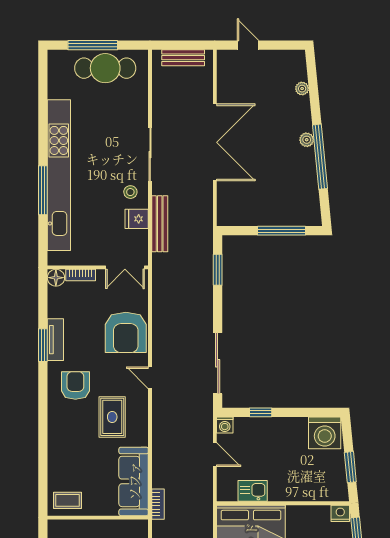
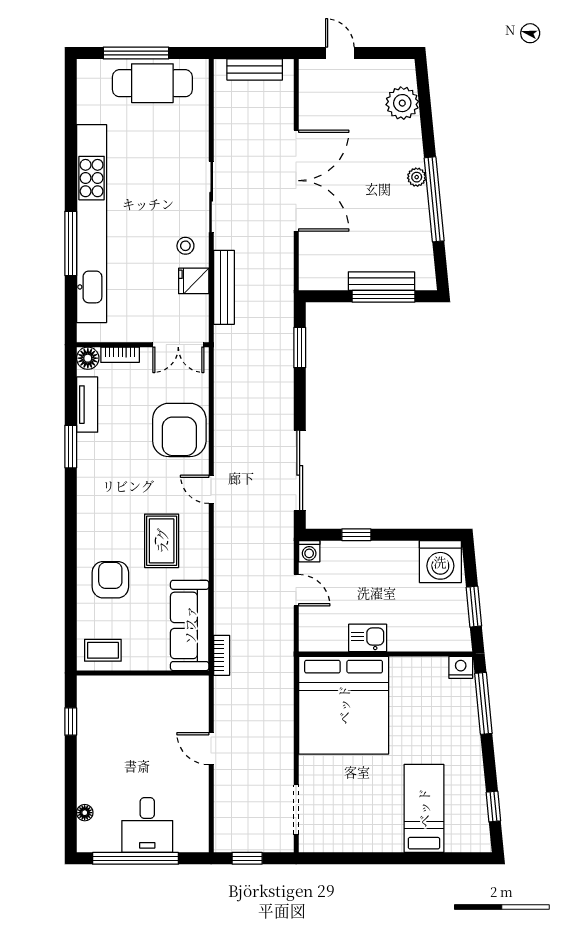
plant: (302, 89) -> (402, 103), width x1.88, depth x1.88
bench: (280, 219) -> (381, 281), added
tv unit: (55, 340) -> (87, 405), moved
armchair: (75, 385) -> (110, 580), moved
kitchen sink: (253, 491) -> (368, 638), moved

